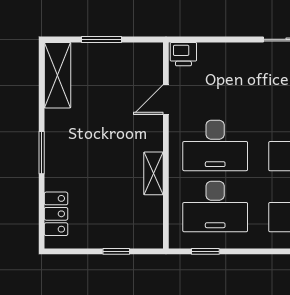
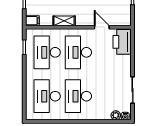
printer: (183, 54) -> (122, 42), width x1.87, depth x1.48
filing cabinet: (153, 235) -> (32, 21), added

